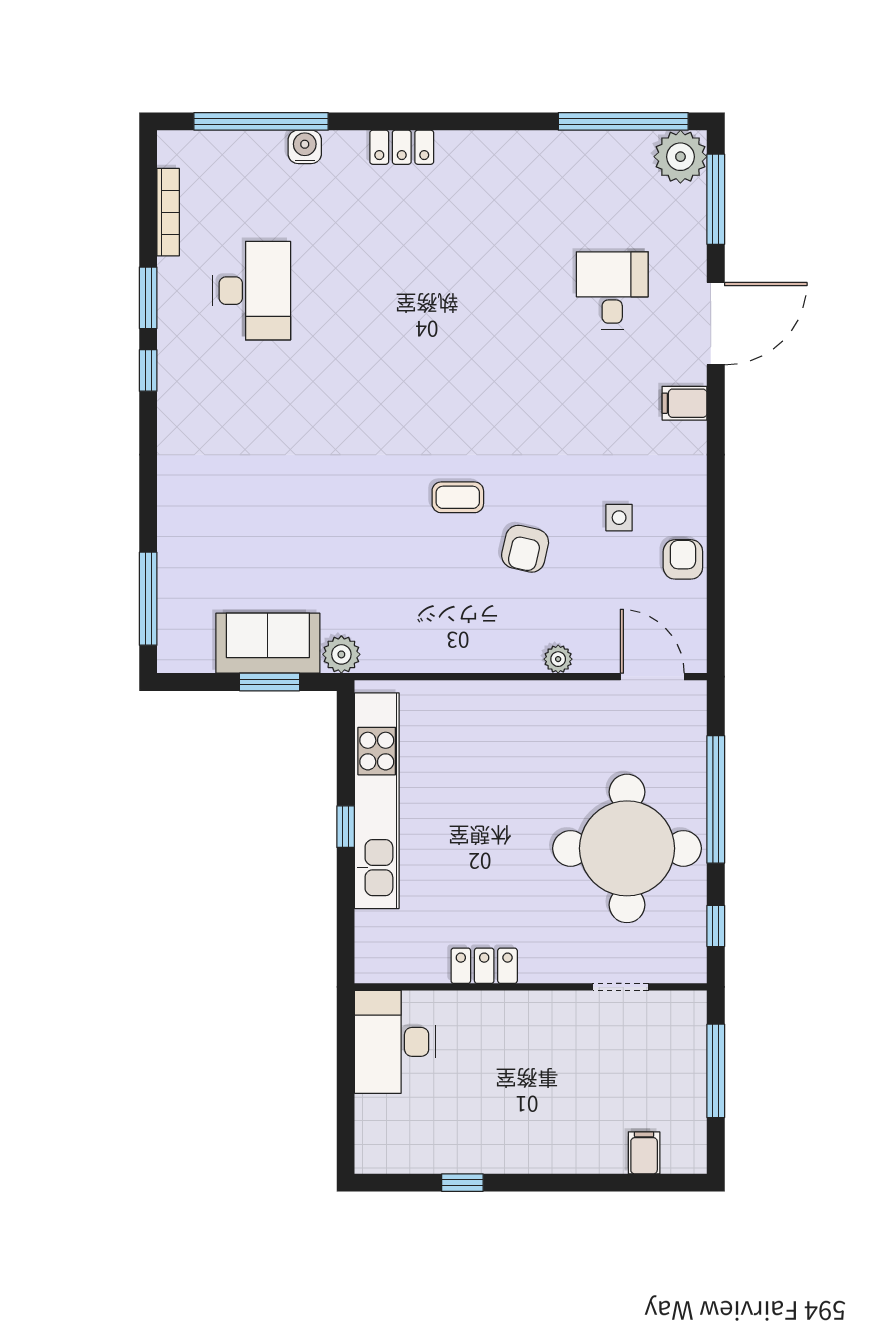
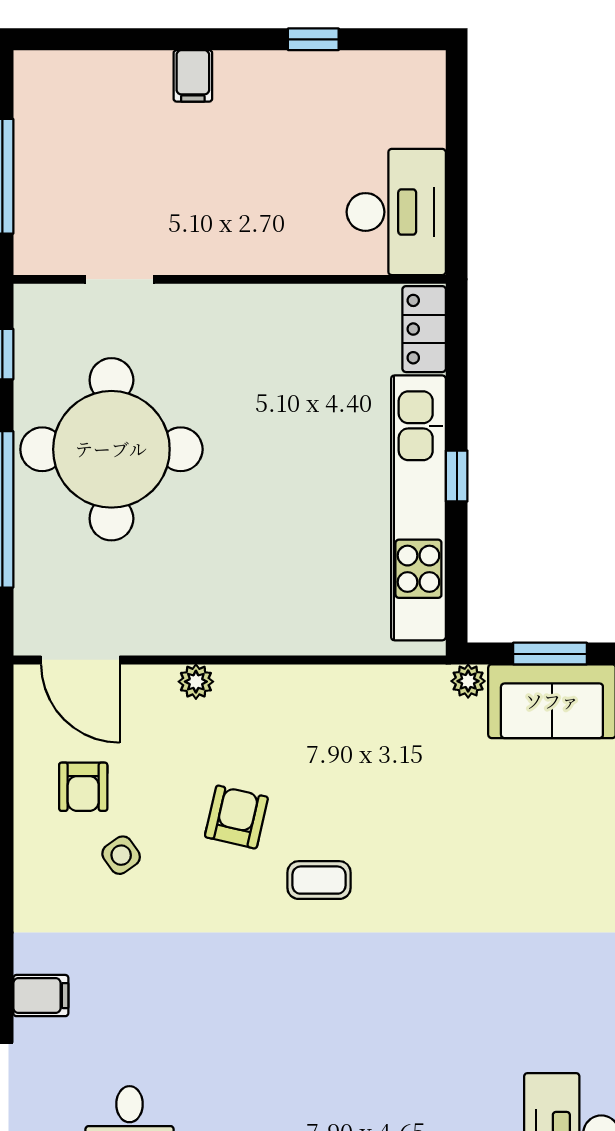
side table: (619, 518) -> (121, 855), turned -35
armchair: (683, 559) -> (83, 787), moved
plant: (341, 654) -> (468, 681), width x0.73, depth x0.73
locker: (484, 966) -> (424, 329), moved, turned 90
filing cabinet: (644, 1153) -> (193, 76), moved

